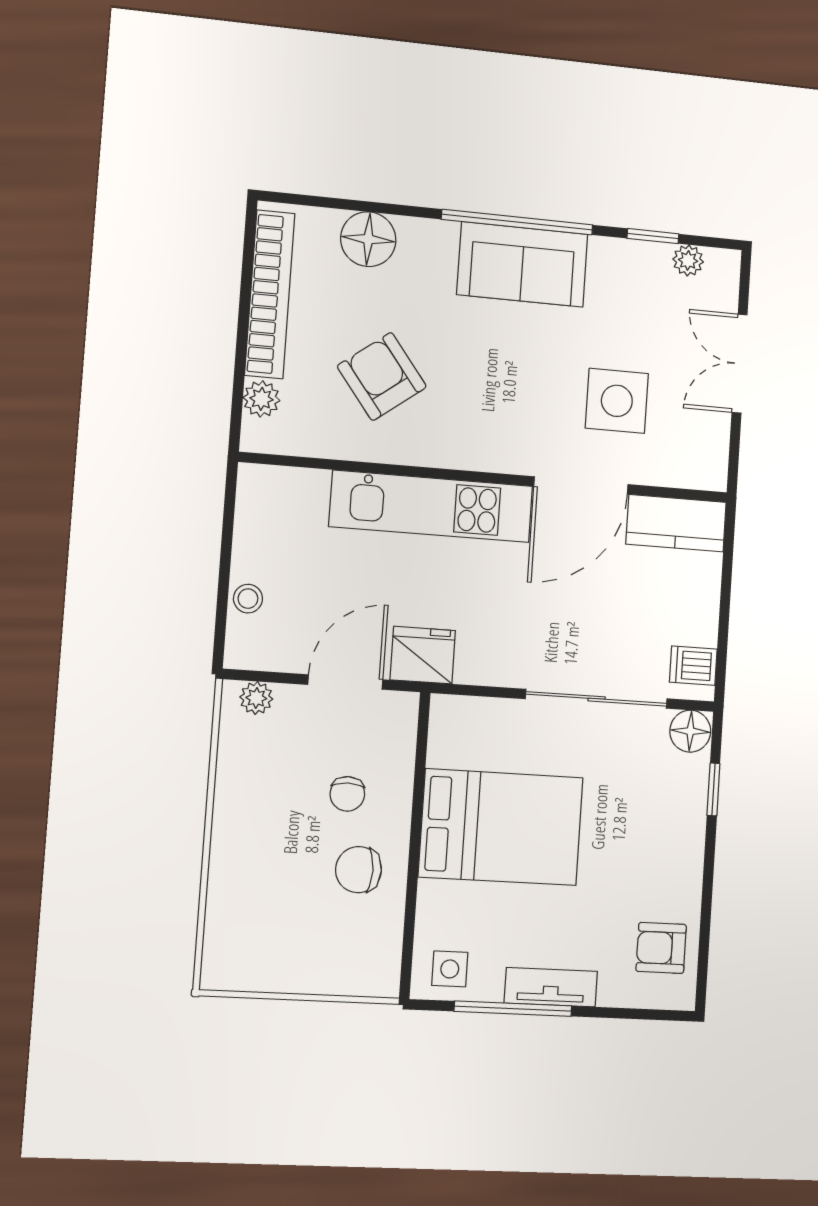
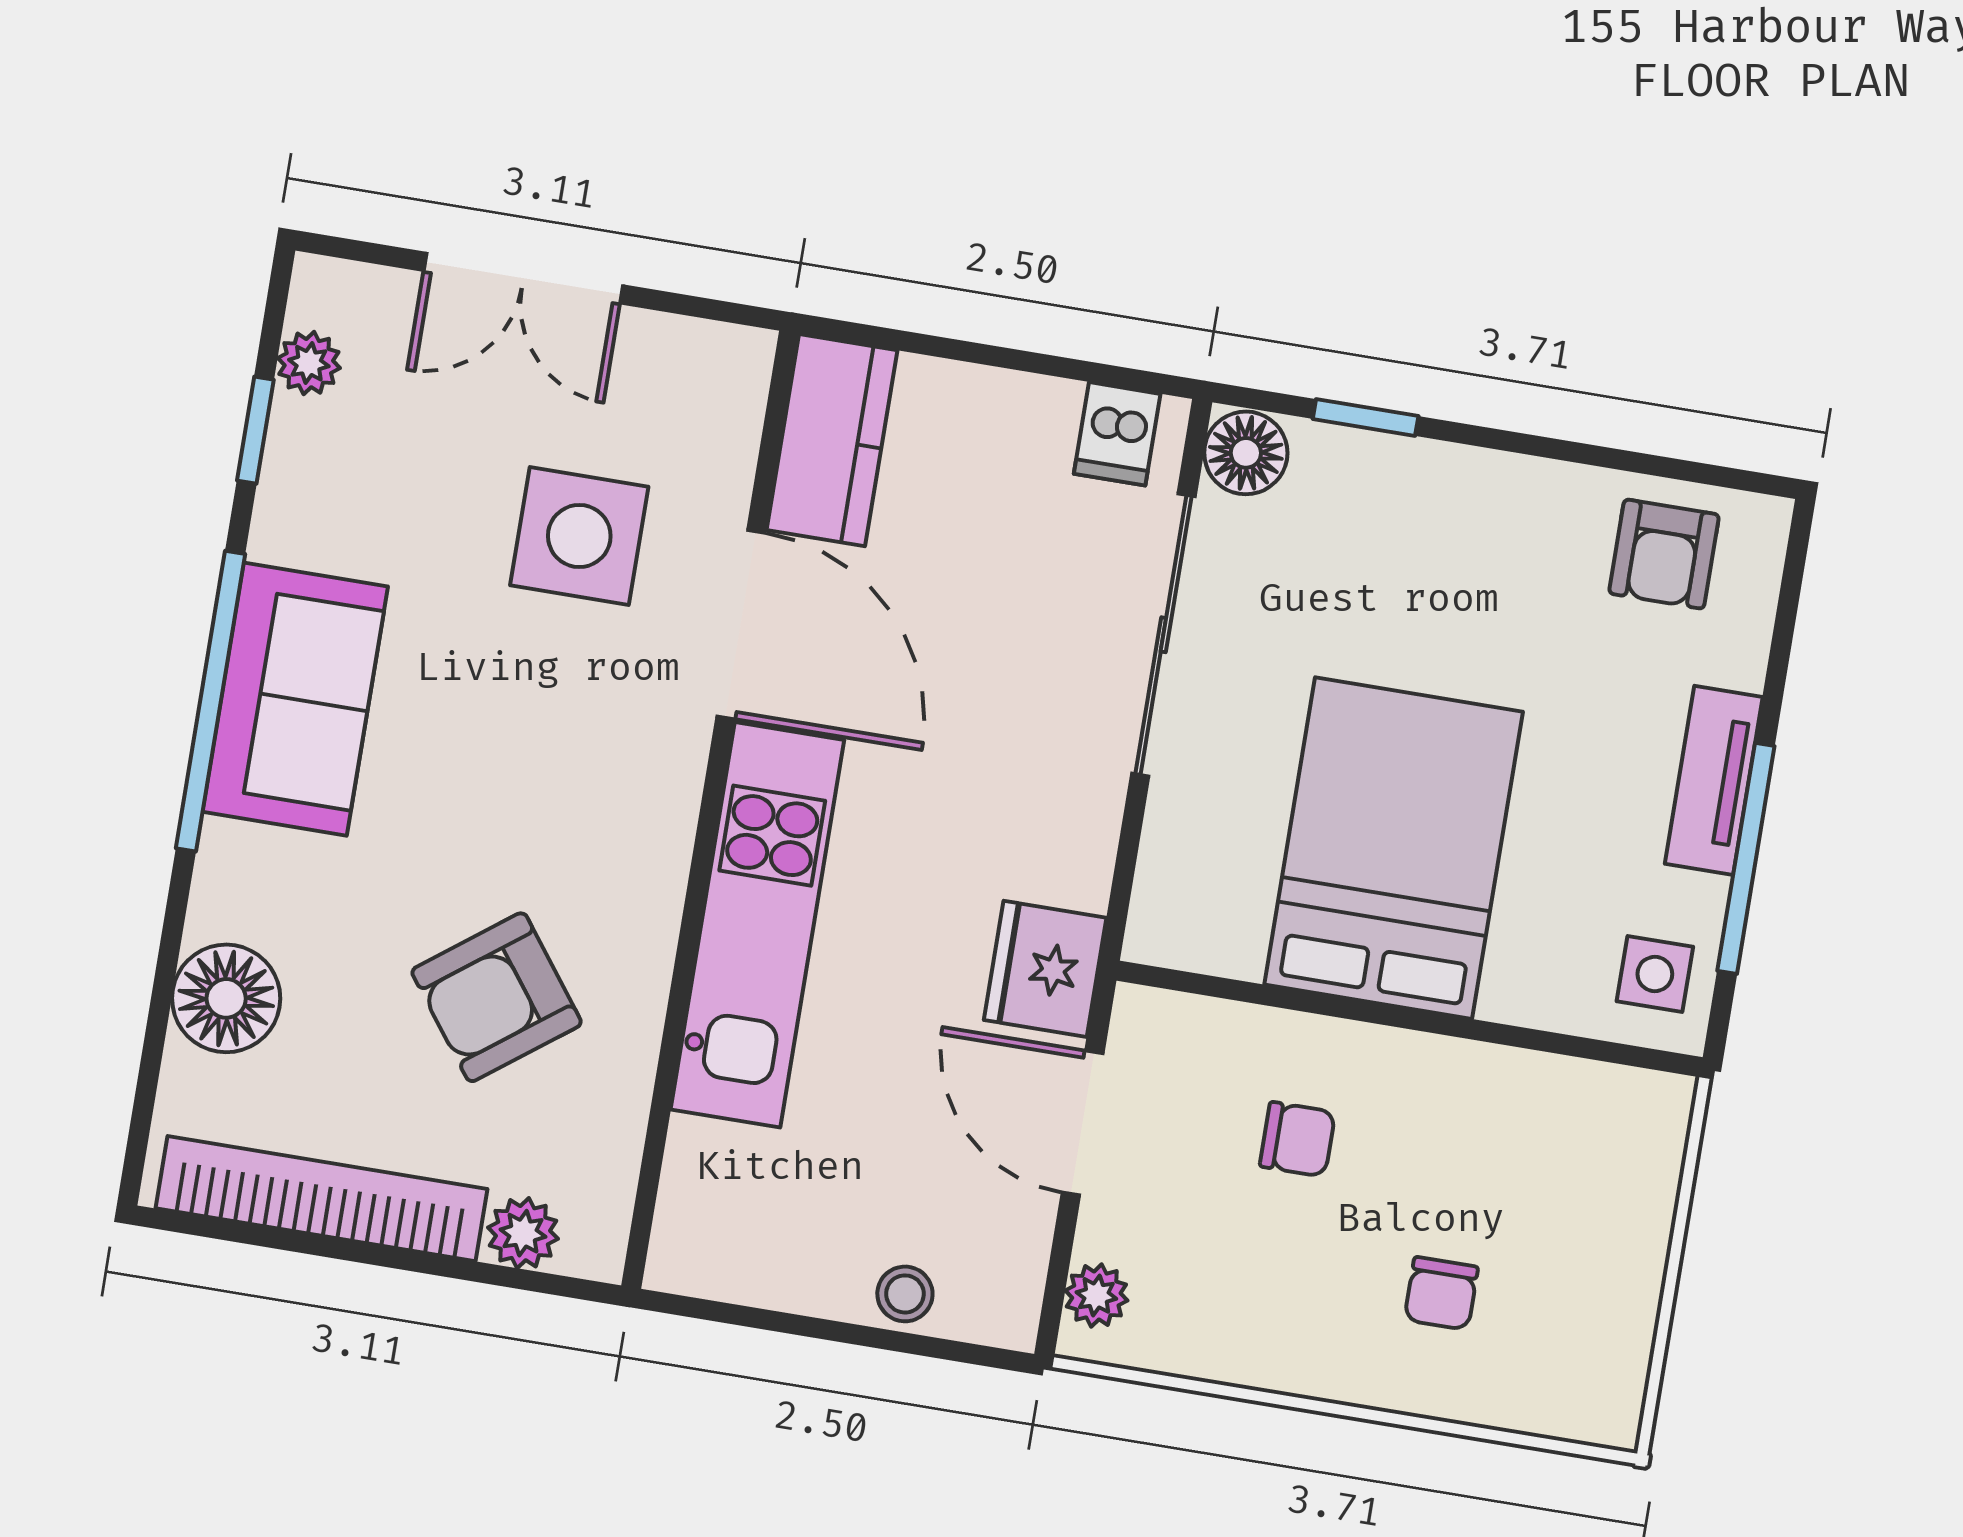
chair: (358, 870) -> (1441, 1293), moved, width x0.73, depth x0.73

